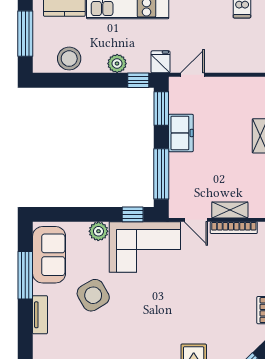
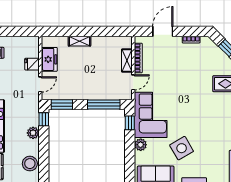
fridge: (161, 62) -> (32, 64), moved
door: (193, 75) -> (40, 84), swing flipped
freezer: (181, 133) -> (49, 59), moved, turned 90

